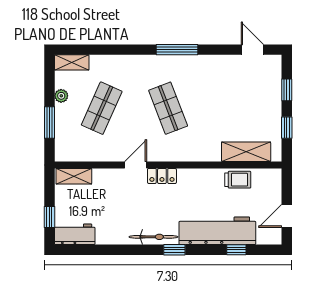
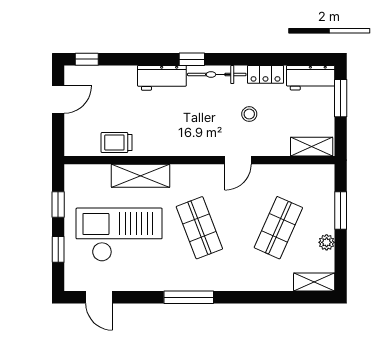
checkout: (236, 102) -> (119, 235), added
shelving: (246, 152) -> (141, 176), moved
locker: (162, 176) -> (265, 74), moved, turned 180
stool: (126, 204) -> (249, 114), added
window: (49, 217) -> (341, 98), width x1.50
workbench: (217, 231) -> (162, 78), width x0.53, depth x0.76
window: (236, 250) -> (87, 59), moved

